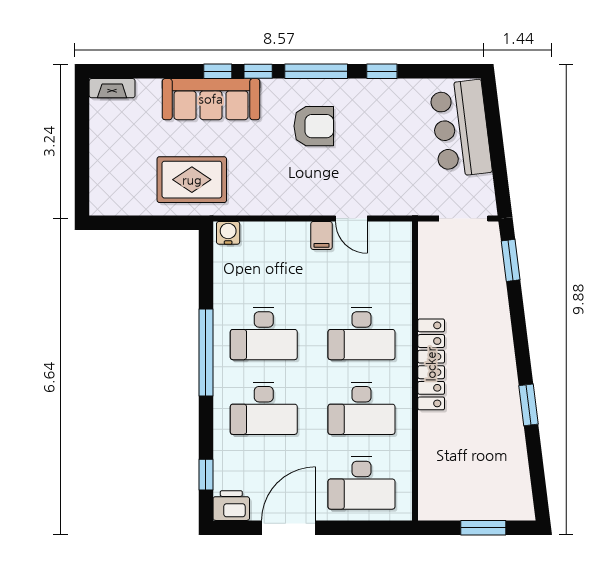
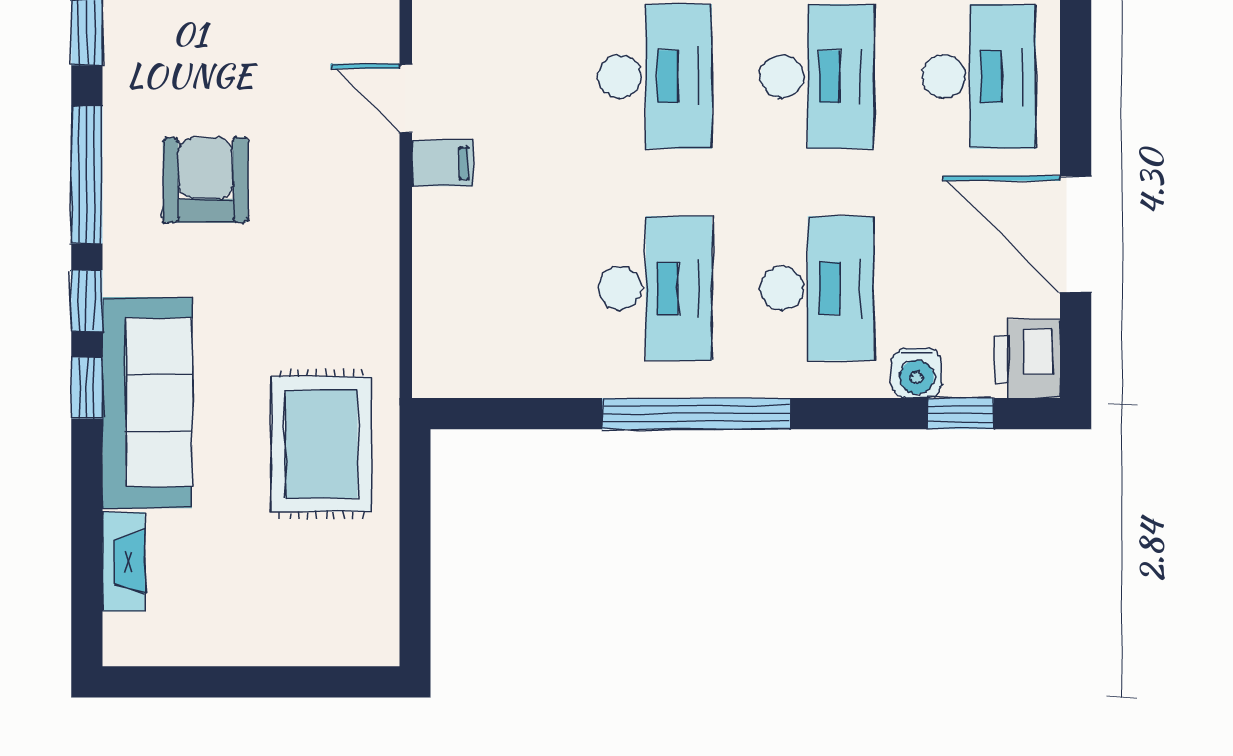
fireplace: (112, 88) -> (123, 562), moved
door: (351, 219) -> (406, 98), swing flipped
water cooler: (228, 233) -> (917, 373), moved, turned -90

